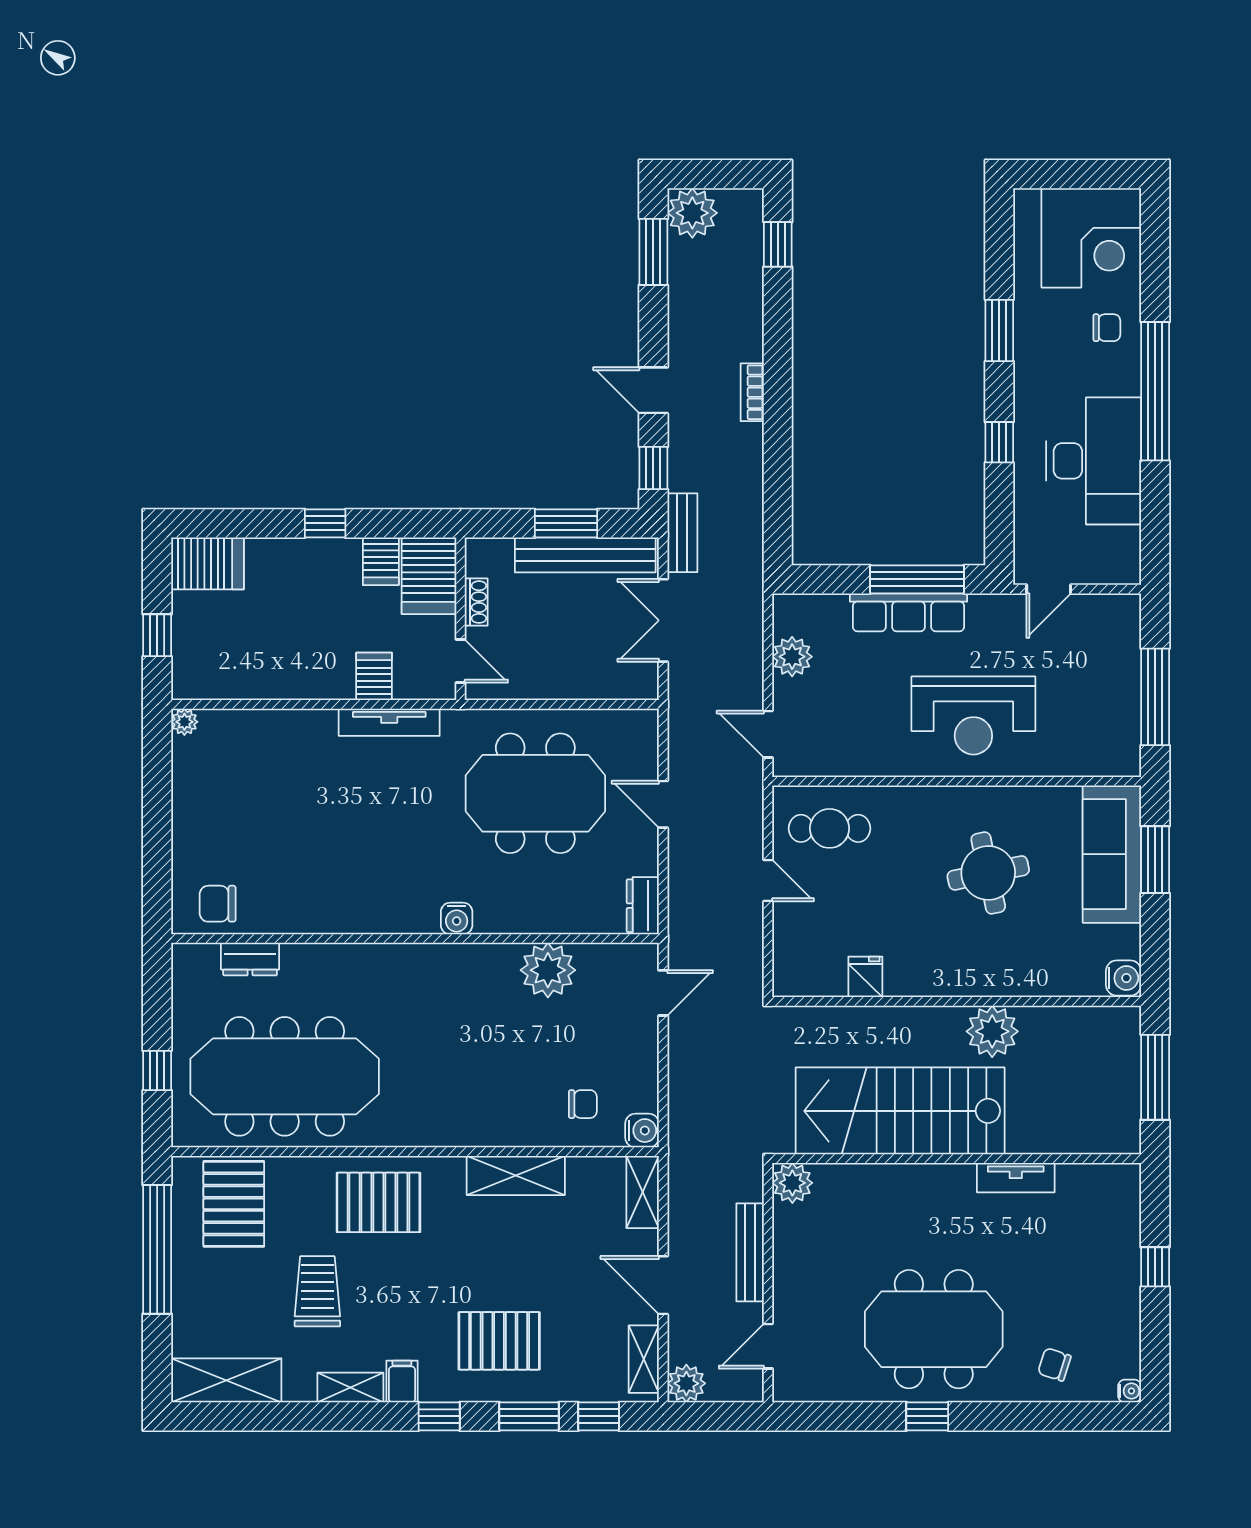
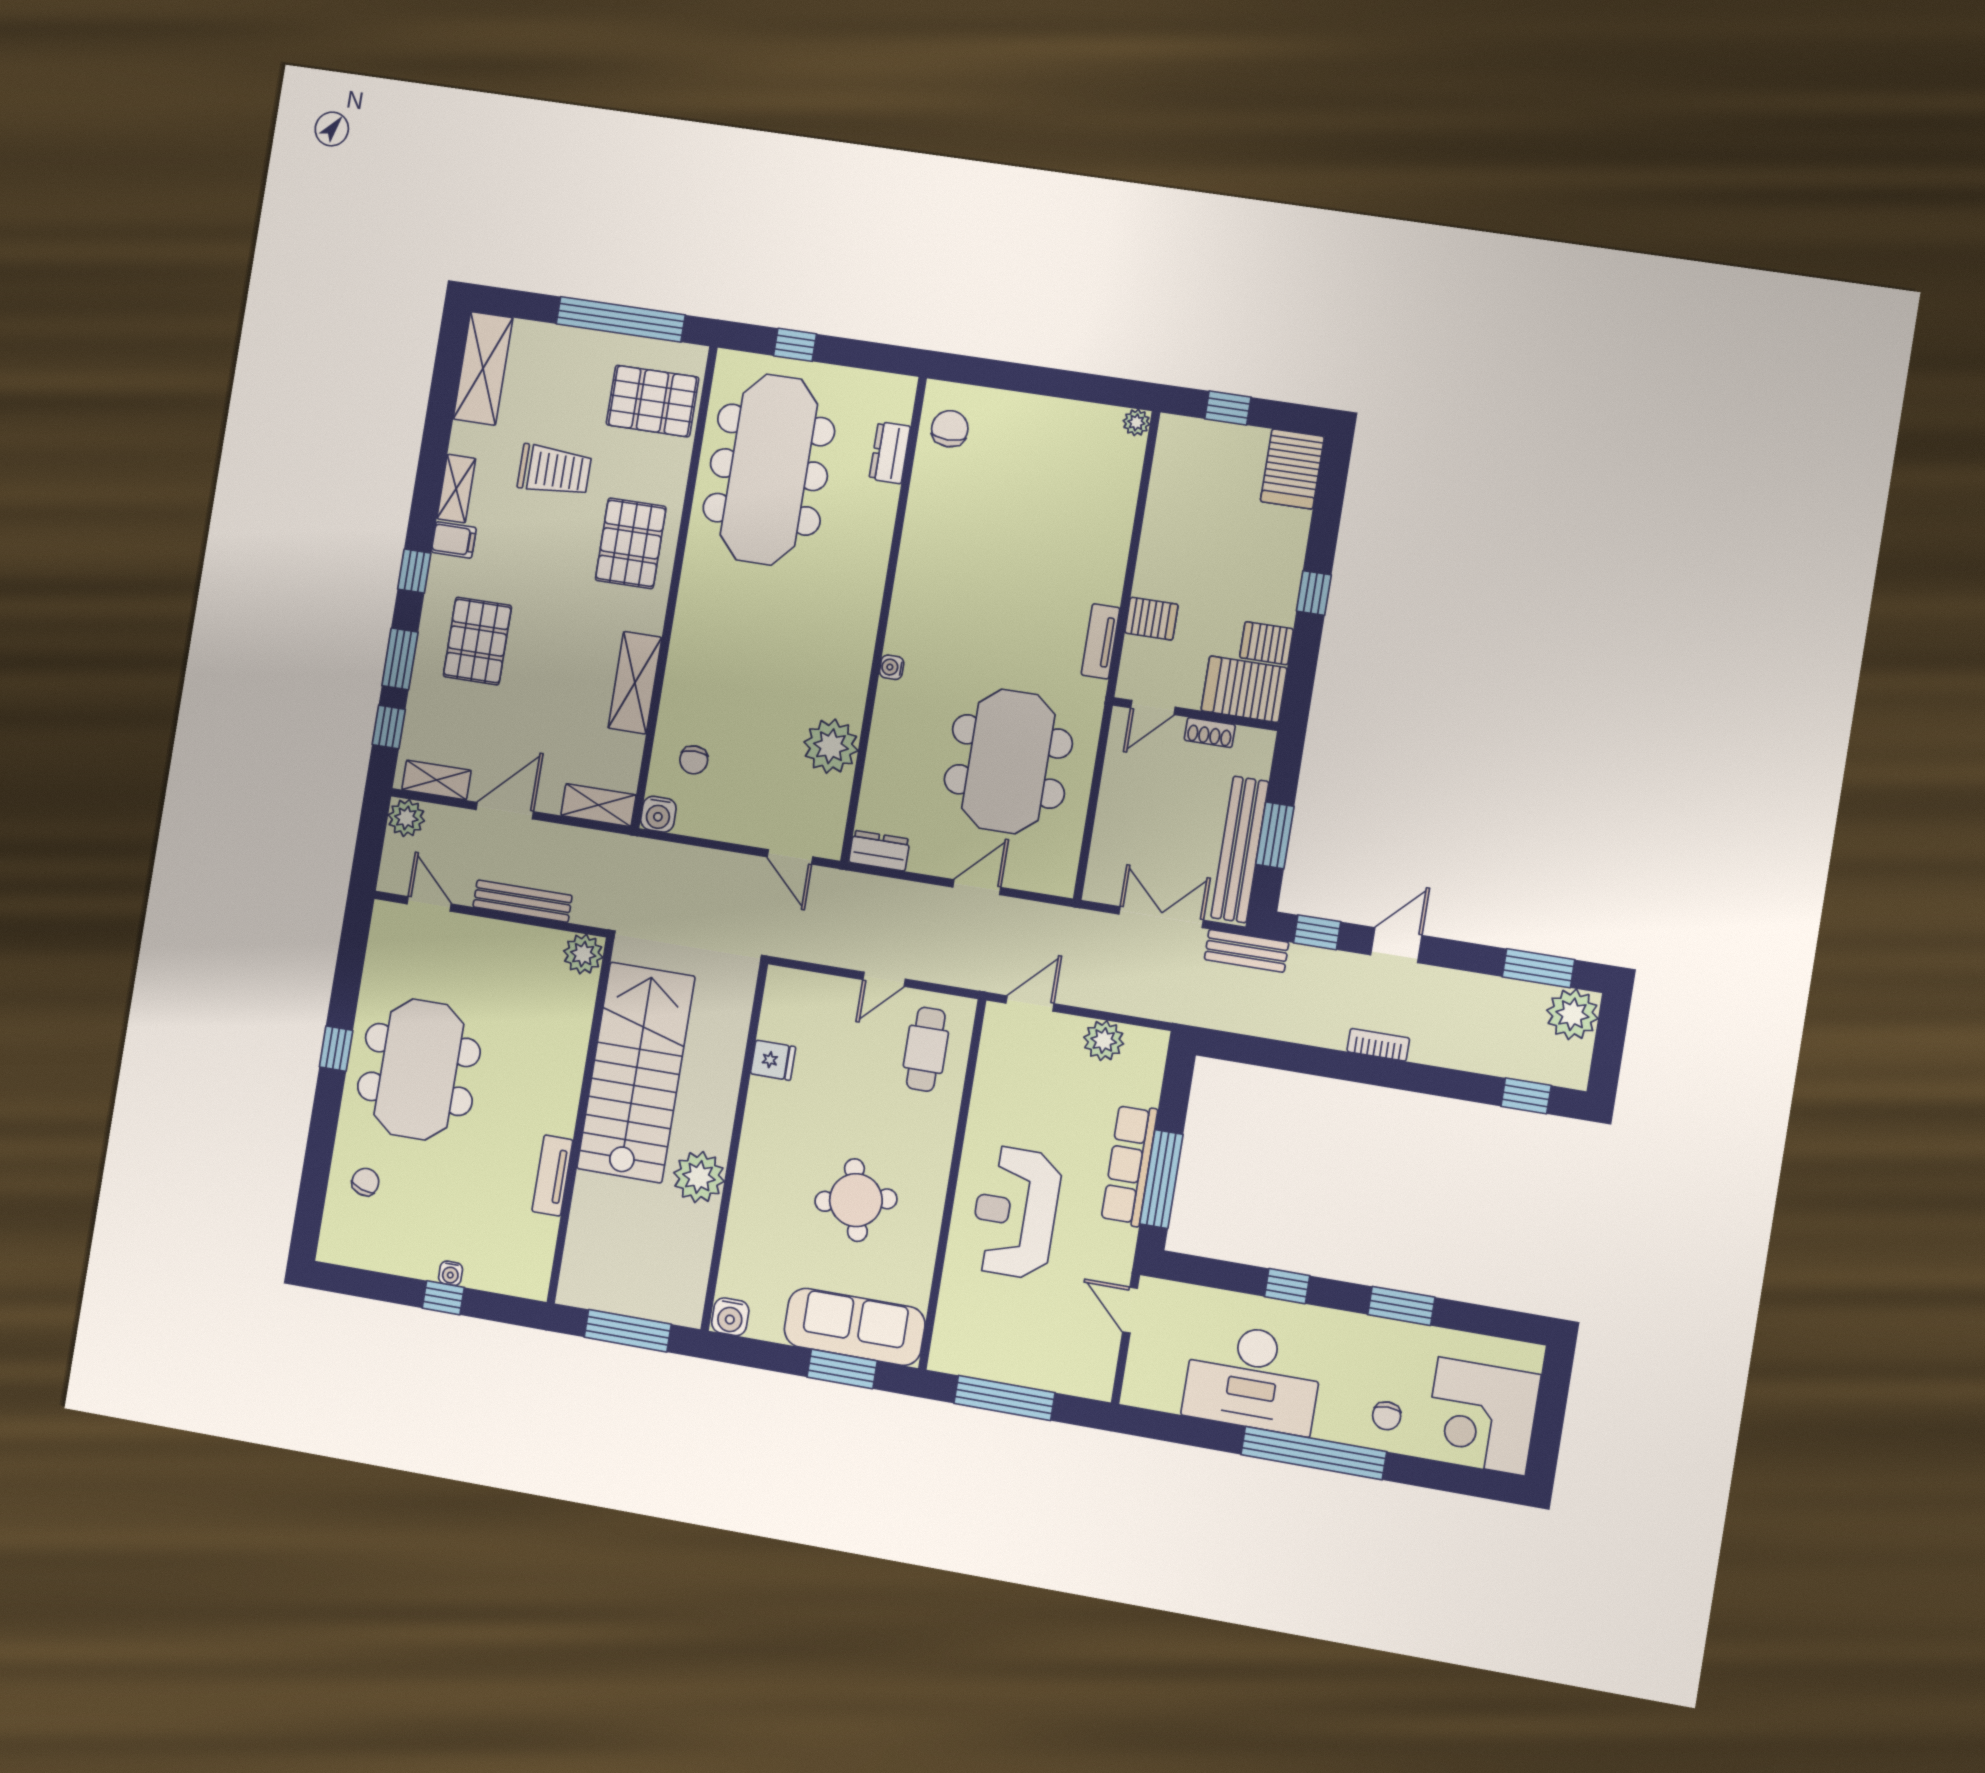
tv unit: (389, 722) -> (1101, 641), width x0.71
water cooler: (457, 918) -> (892, 667), width x0.72, depth x0.72
water cooler: (1130, 1391) -> (451, 1273), moved

